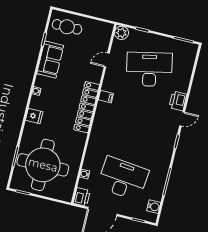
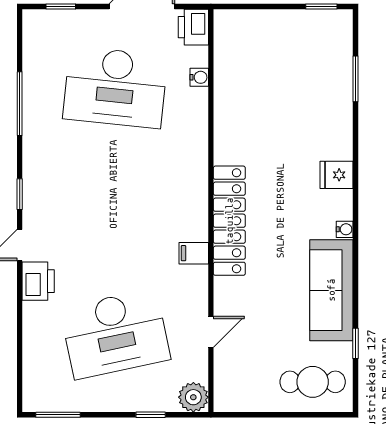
sofa: (50, 60) -> (331, 290), width x1.36
round table: (43, 165) -> (293, 75), removed
water cooler: (154, 207) -> (35, 43), removed

